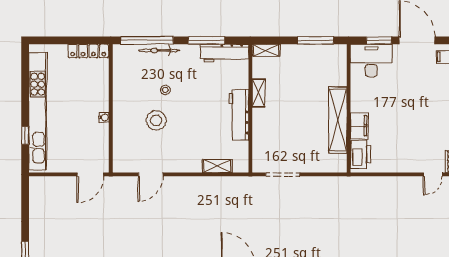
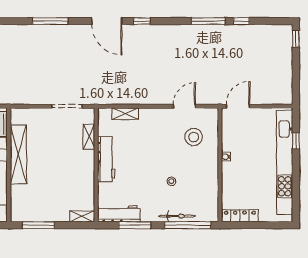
shelving: (258, 93) -> (89, 137), moved
stool: (156, 120) -> (194, 137), moved

